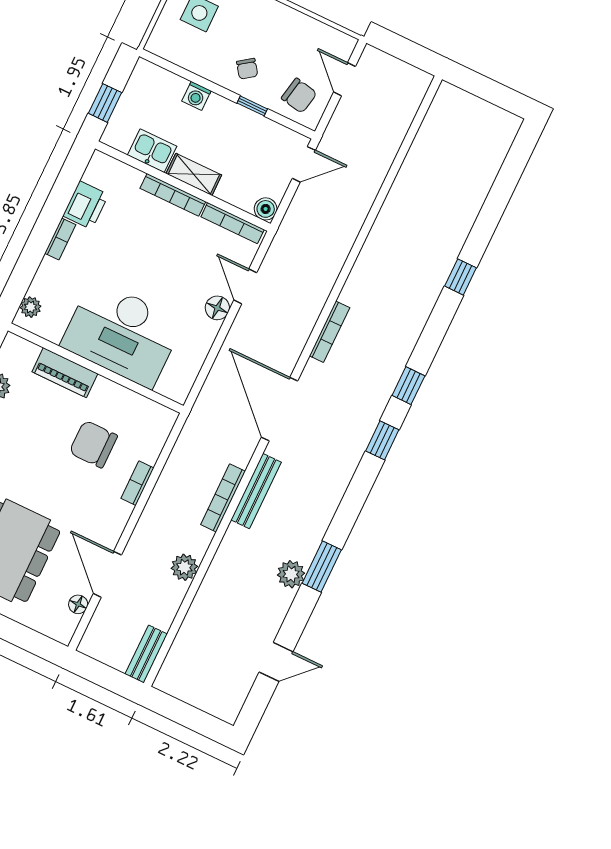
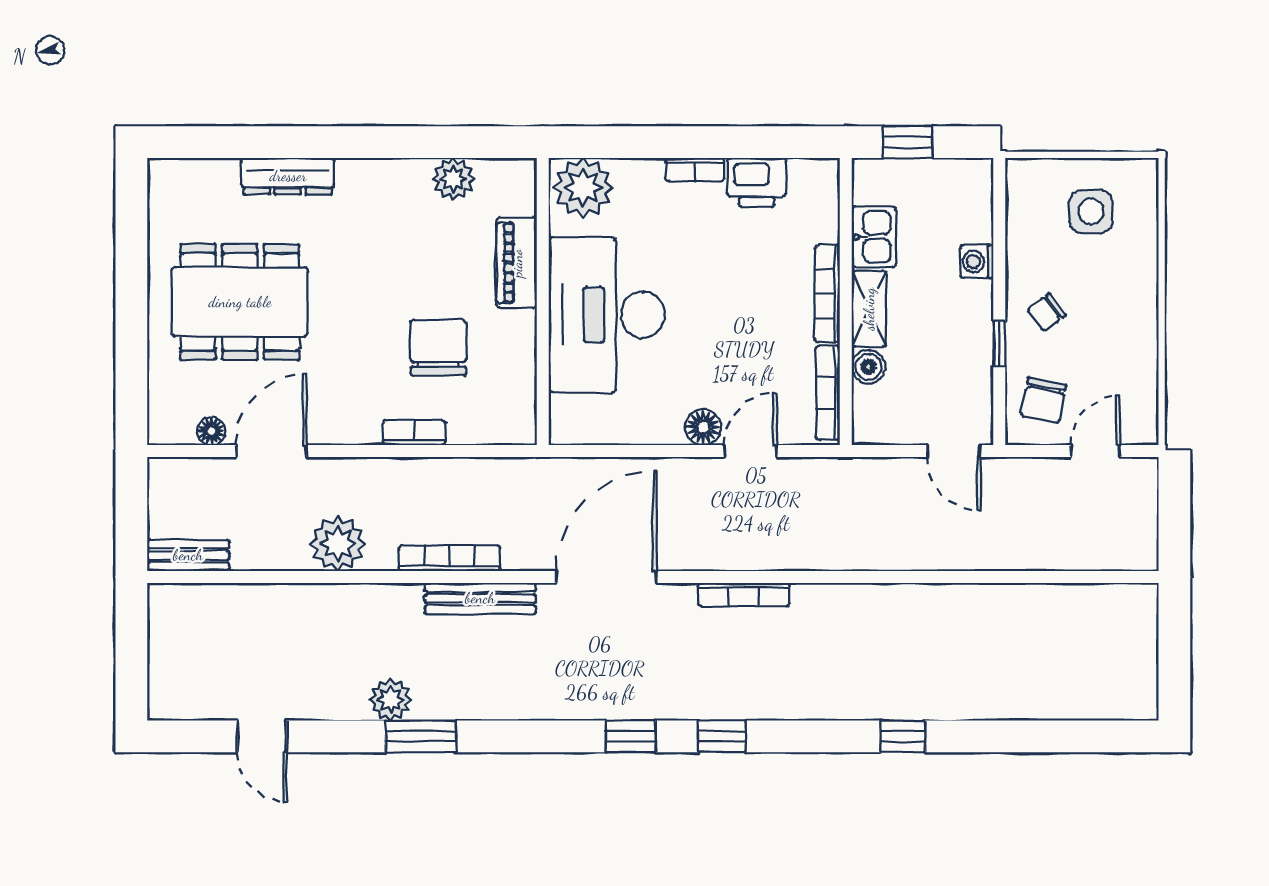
boiler: (266, 209) -> (869, 367), moved
plant: (31, 307) -> (583, 188), width x1.87, depth x1.87
plant: (184, 567) -> (338, 544), width x1.36, depth x1.36

